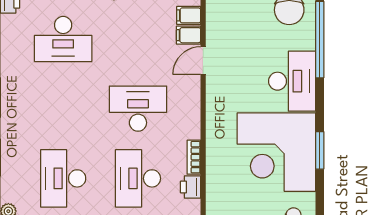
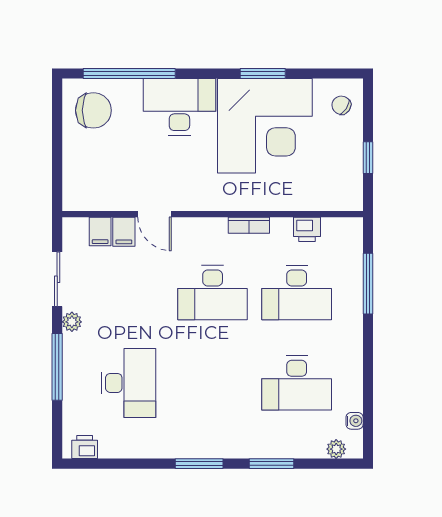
desk: (138, 109) -> (213, 293), turned -90
bookcase: (194, 157) -> (249, 225), moved

